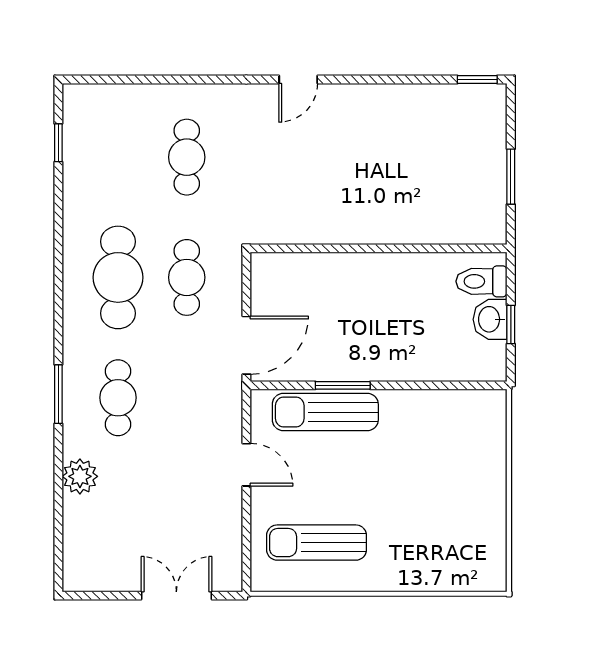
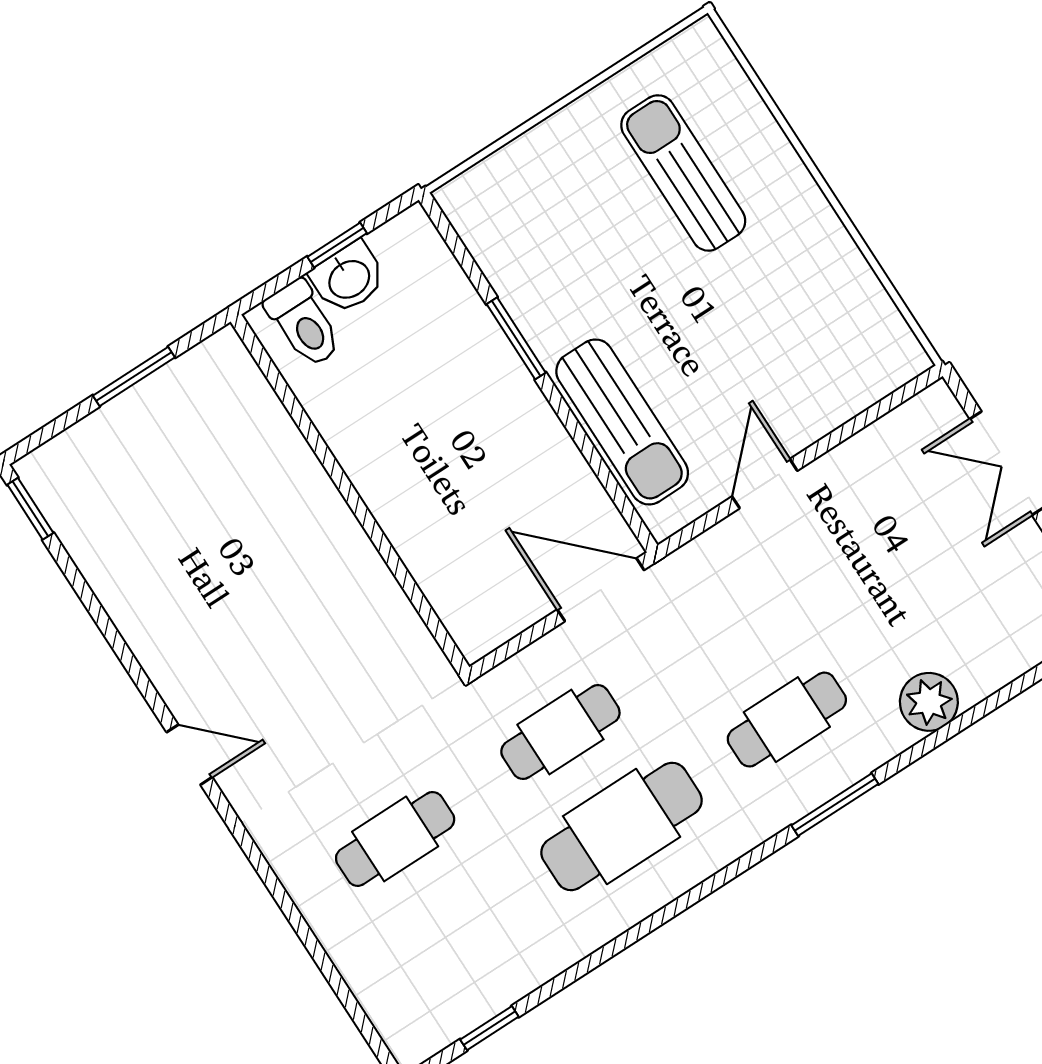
window: (343, 385) -> (516, 338), moved
sun lounger: (317, 543) -> (683, 173), moved, turned 180

